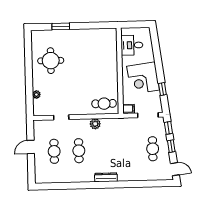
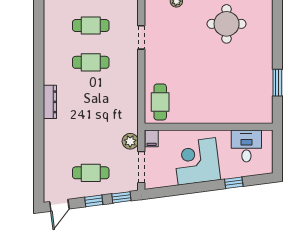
window: (61, 26) -> (277, 83), moved
window: (162, 89) -> (234, 183), moved
plant: (95, 124) -> (130, 141), moved

